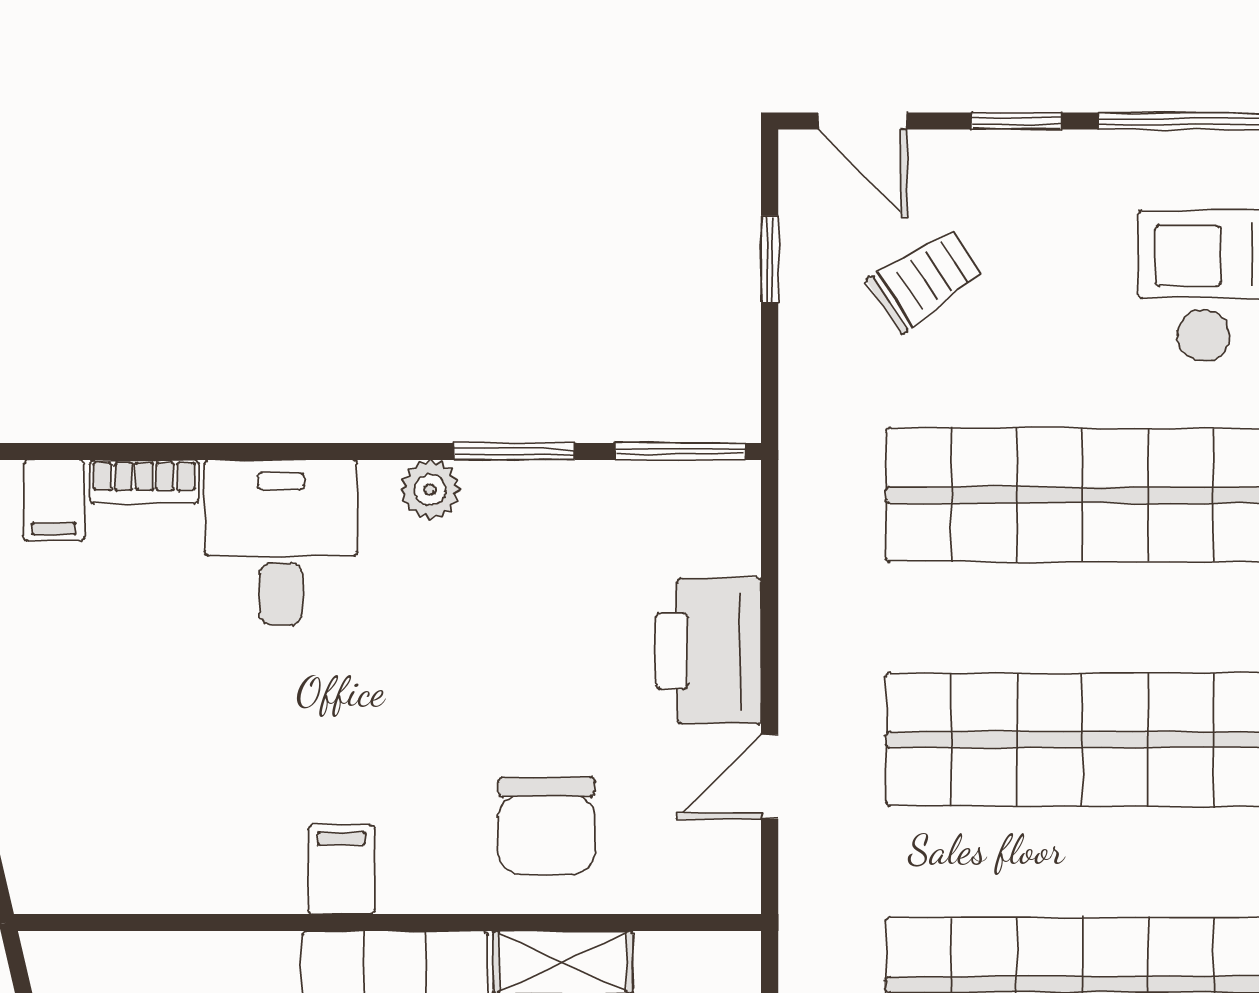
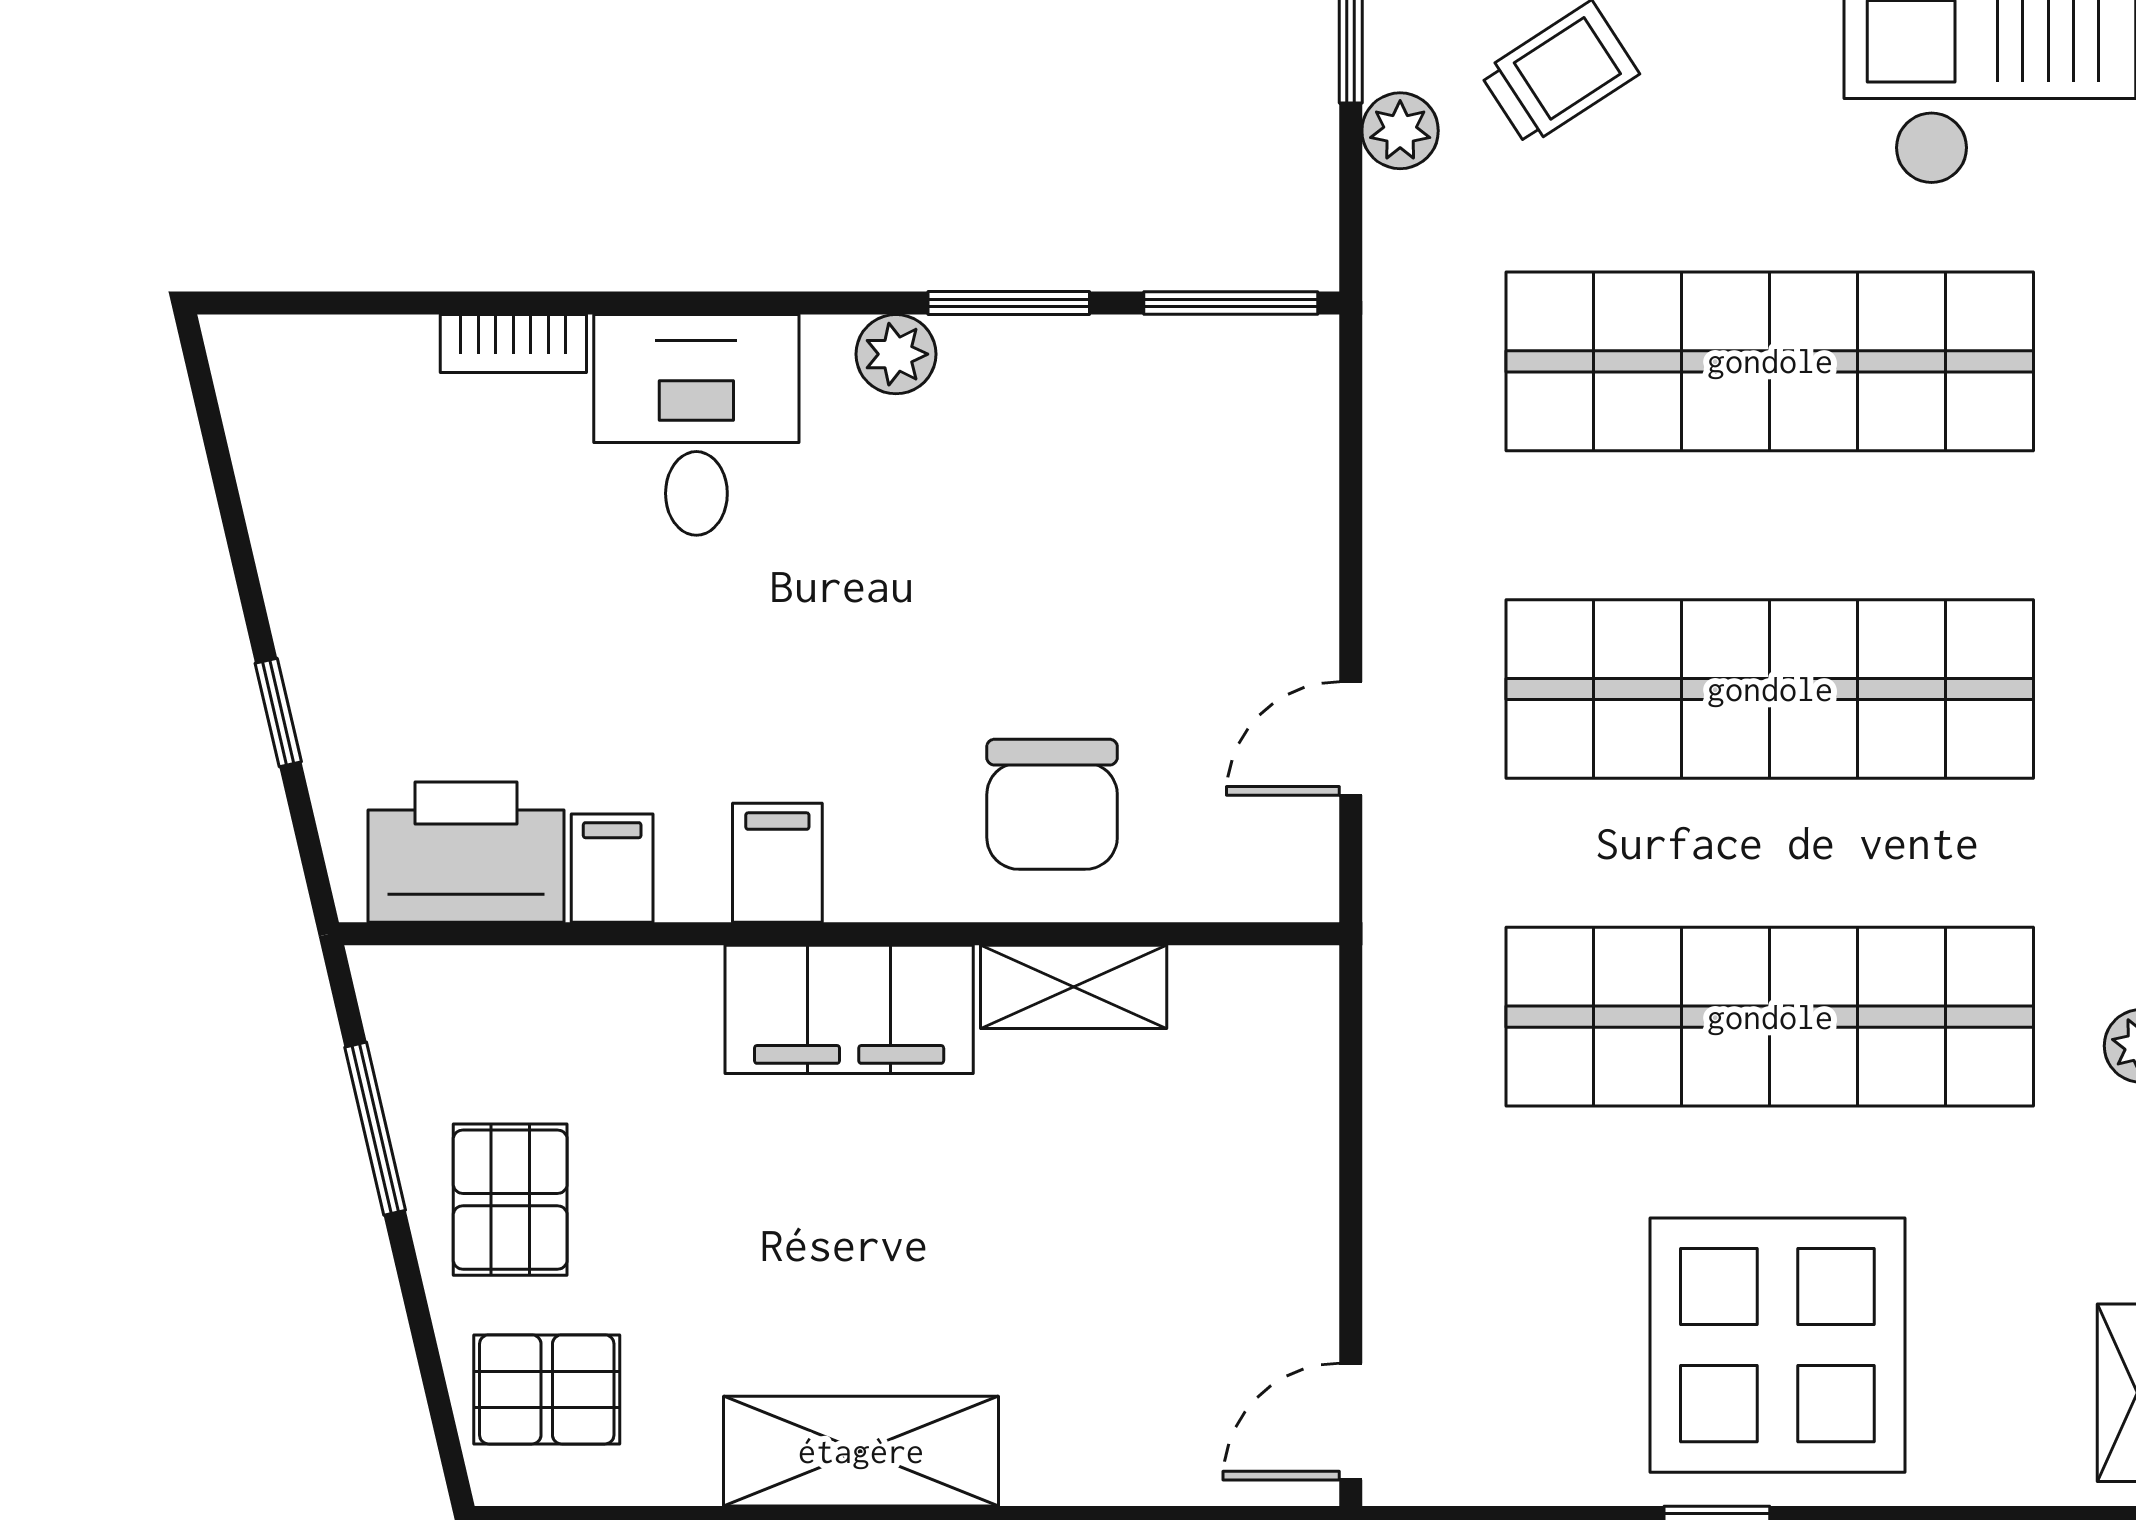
plant: (806, 323) -> (1400, 131), added
filing cabinet: (54, 500) -> (612, 868), moved, turned 180
printer: (709, 651) -> (466, 852), moved, turned 90

